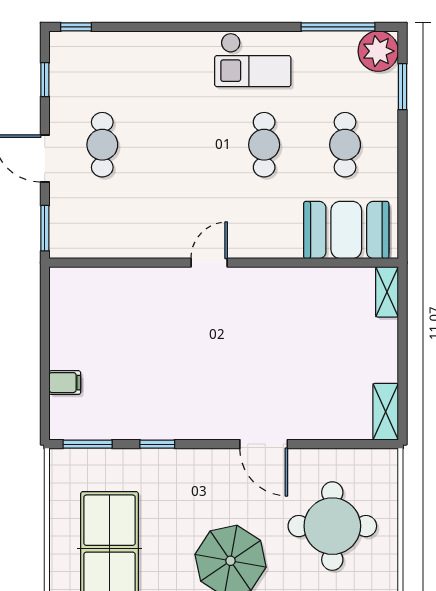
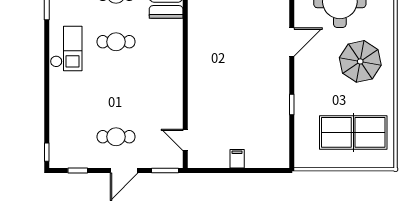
door: (209, 263) -> (185, 140), moved
filing cabinet: (65, 383) -> (237, 159), moved
window: (88, 444) -> (292, 145), removed

